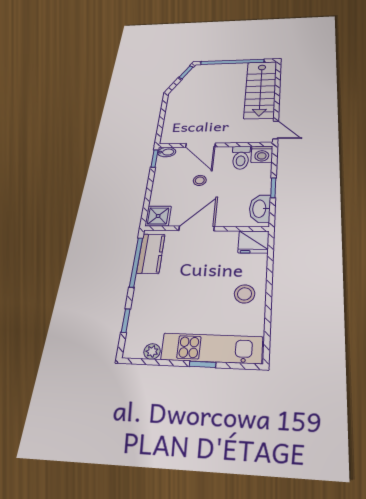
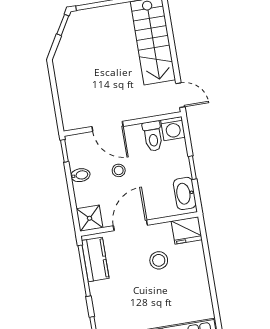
bidet: (167, 152) -> (80, 175), moved
stool: (245, 294) -> (159, 260), moved

